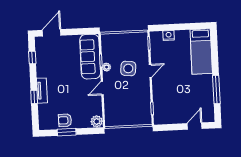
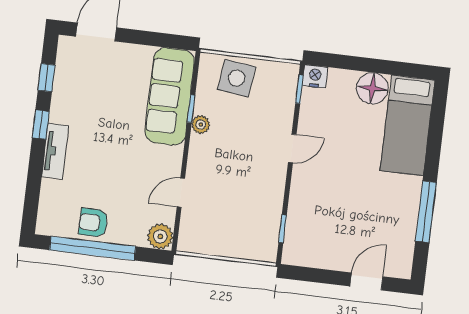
nightstand: (169, 36) -> (315, 76), moved
floor lamp: (182, 37) -> (372, 88), added
side table: (128, 68) -> (237, 78), moved
door: (102, 88) -> (181, 193), moved
window: (34, 97) -> (41, 125), moved
window: (67, 132) -> (93, 248), width x2.11

